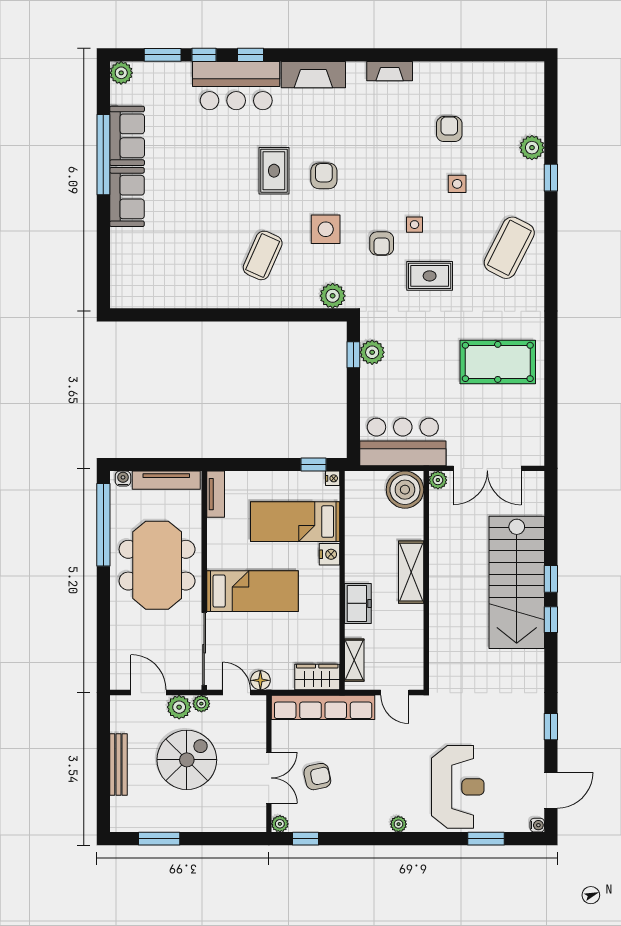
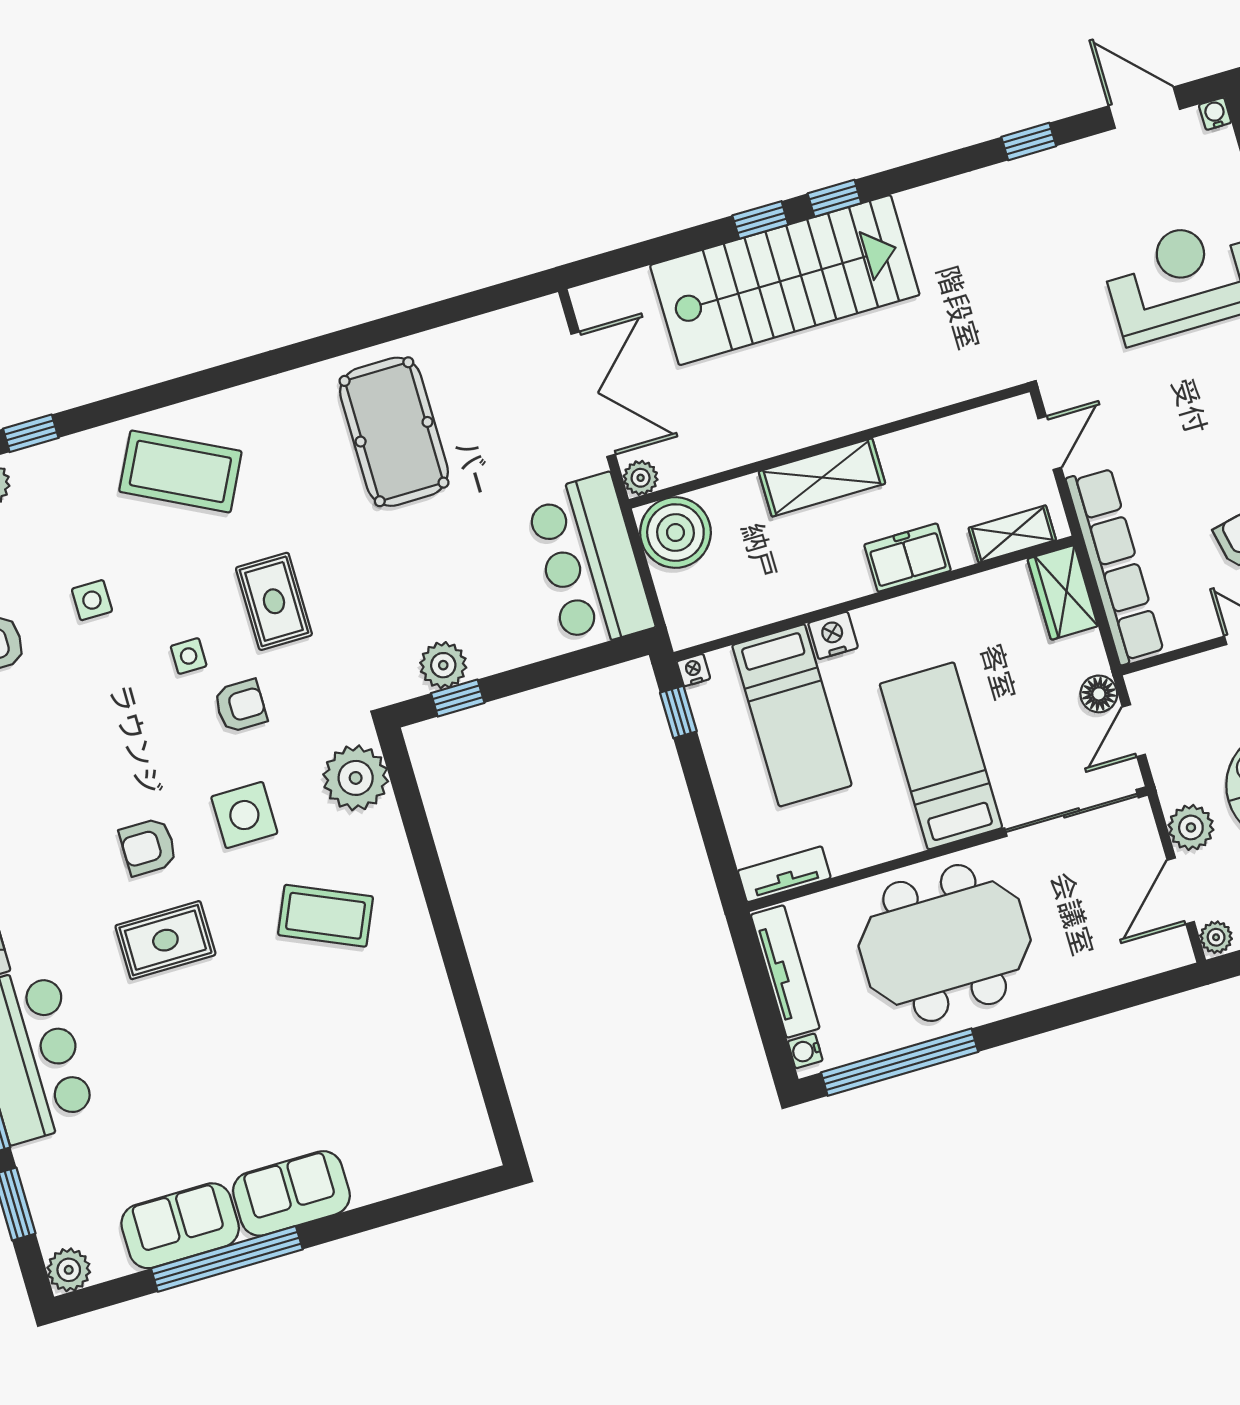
plant: (333, 296) -> (356, 778), width x1.36, depth x1.36
plant: (201, 704) -> (1216, 937), moved

